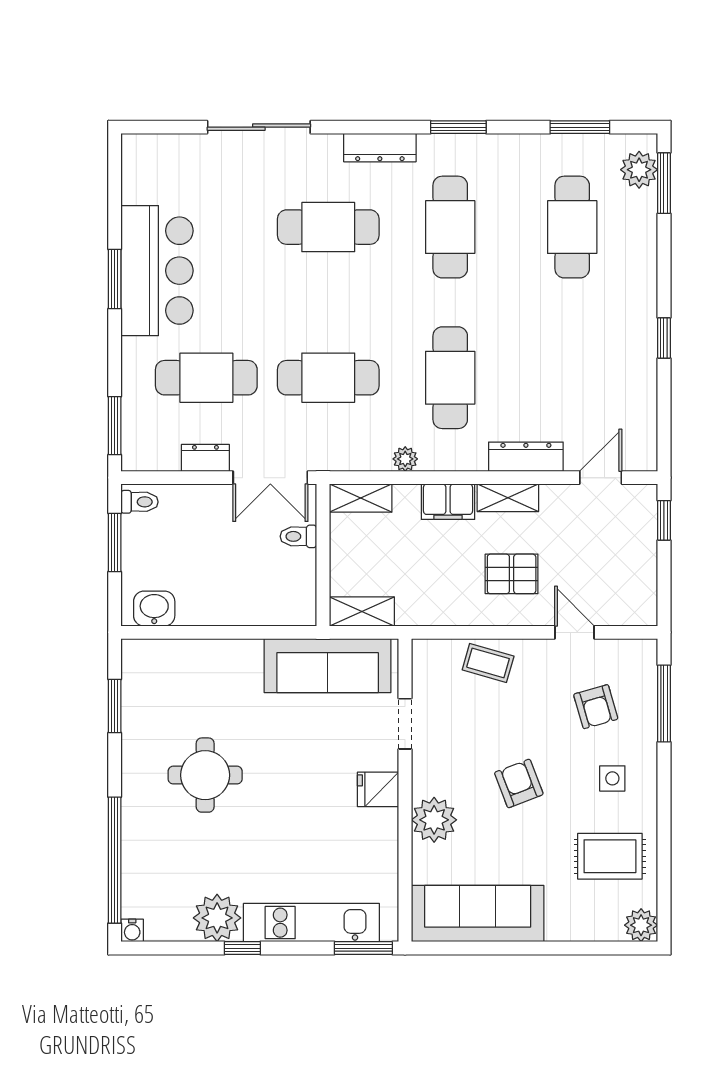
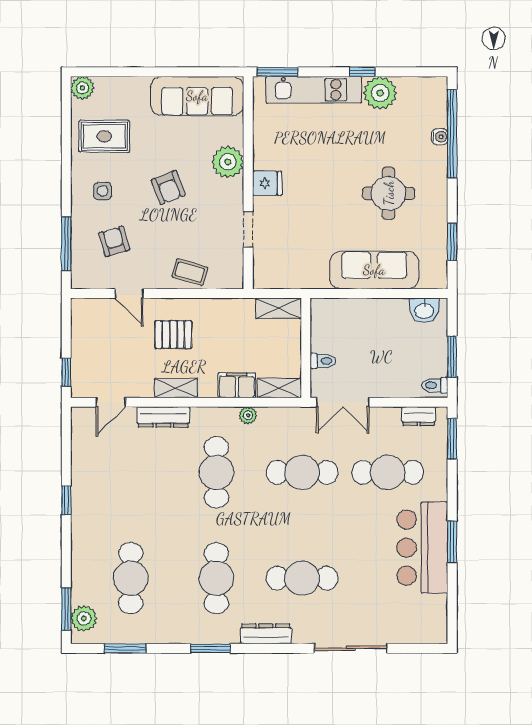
dresser: (205, 458) -> (419, 416), moved
double door: (270, 478) -> (343, 402), swing flipped
filing cabinet: (448, 502) -> (237, 385), moved
sofa: (328, 666) -> (374, 270), moved
water cooler: (132, 930) -> (440, 137), moved, turned 90

